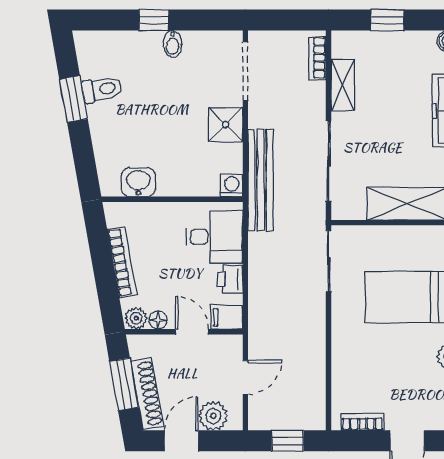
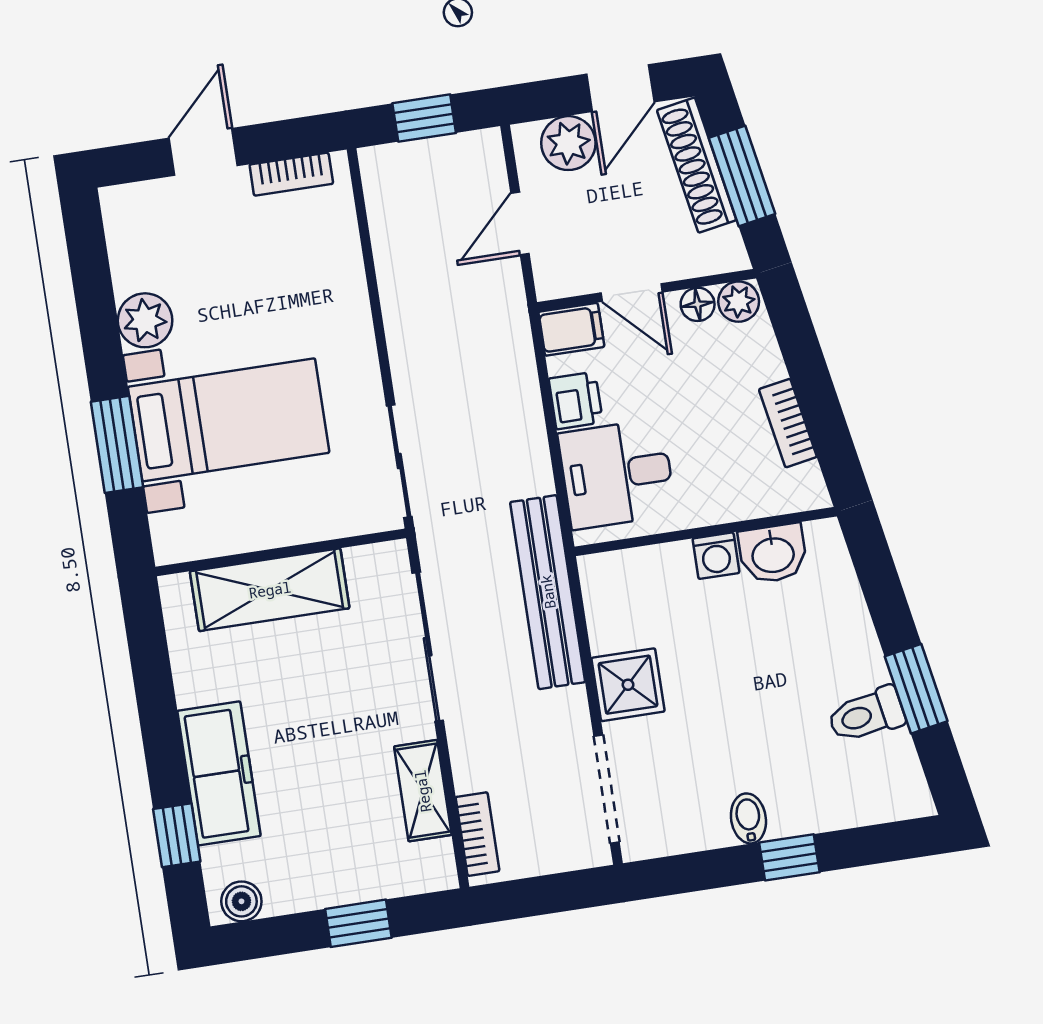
washing machine: (232, 186) -> (716, 556), moved
bookcase: (122, 262) -> (788, 423), width x0.64

